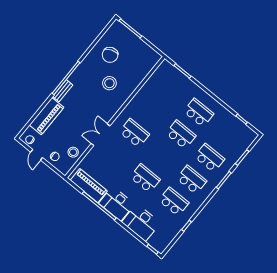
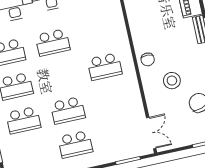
chair: (108, 109) -> (148, 59), added
double door: (101, 135) -> (151, 133), moved

